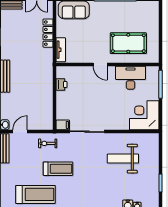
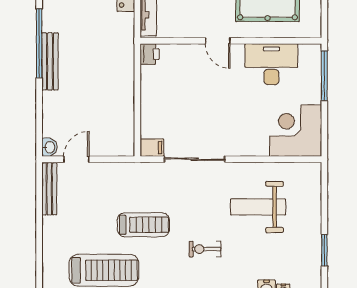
printer: (61, 84) -> (150, 54), moved
exercise bike: (48, 143) -> (205, 249), moved

